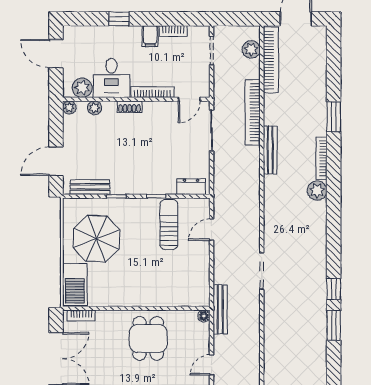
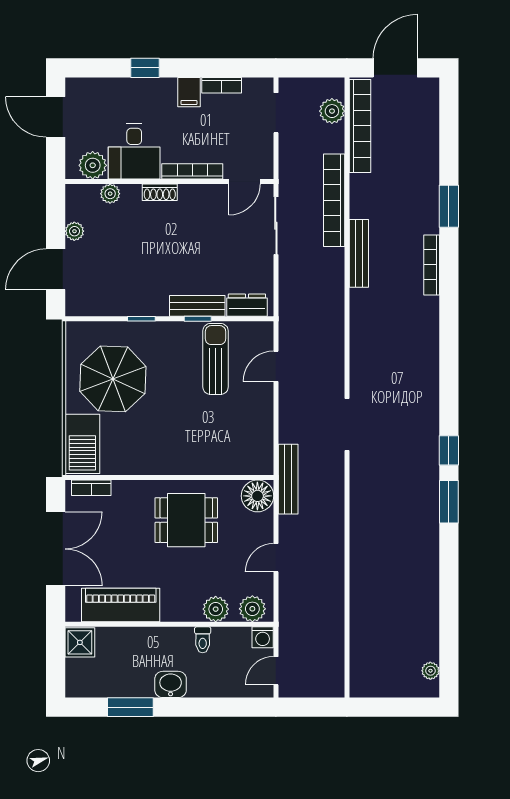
plant: (69, 107) -> (74, 231), moved
bench: (90, 187) -> (197, 306), moved
plant: (317, 191) -> (425, 311), removed
floor lamp: (204, 316) -> (257, 496), width x1.89, depth x1.89
dining table: (148, 338) -> (186, 520), turned 90

